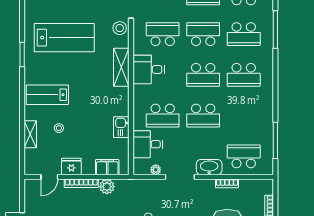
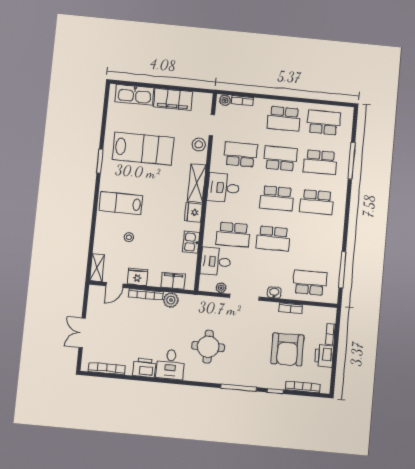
fridge: (121, 97) -> (193, 212), added
shelving: (30, 134) -> (97, 268), moved
washbasin: (209, 167) -> (274, 293), width x0.52, depth x0.69

